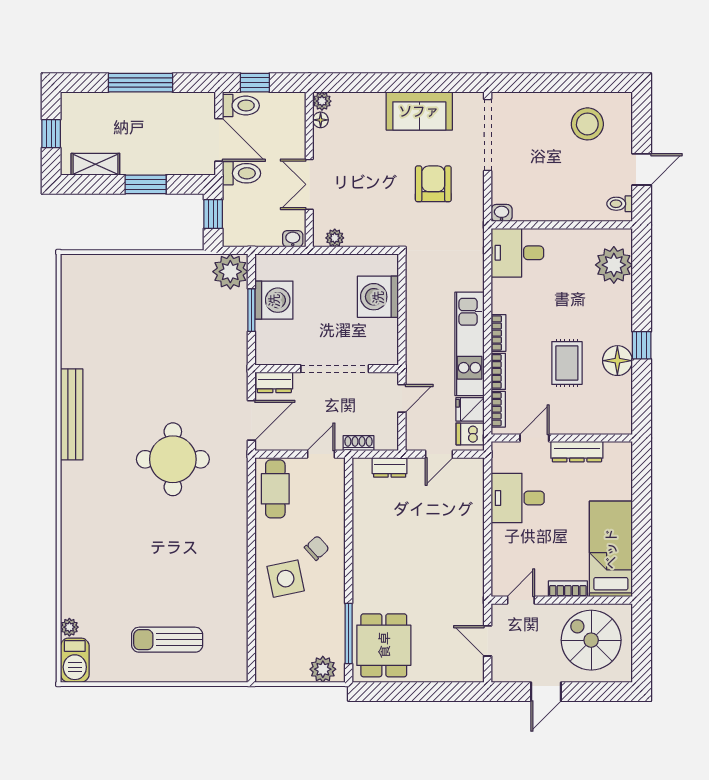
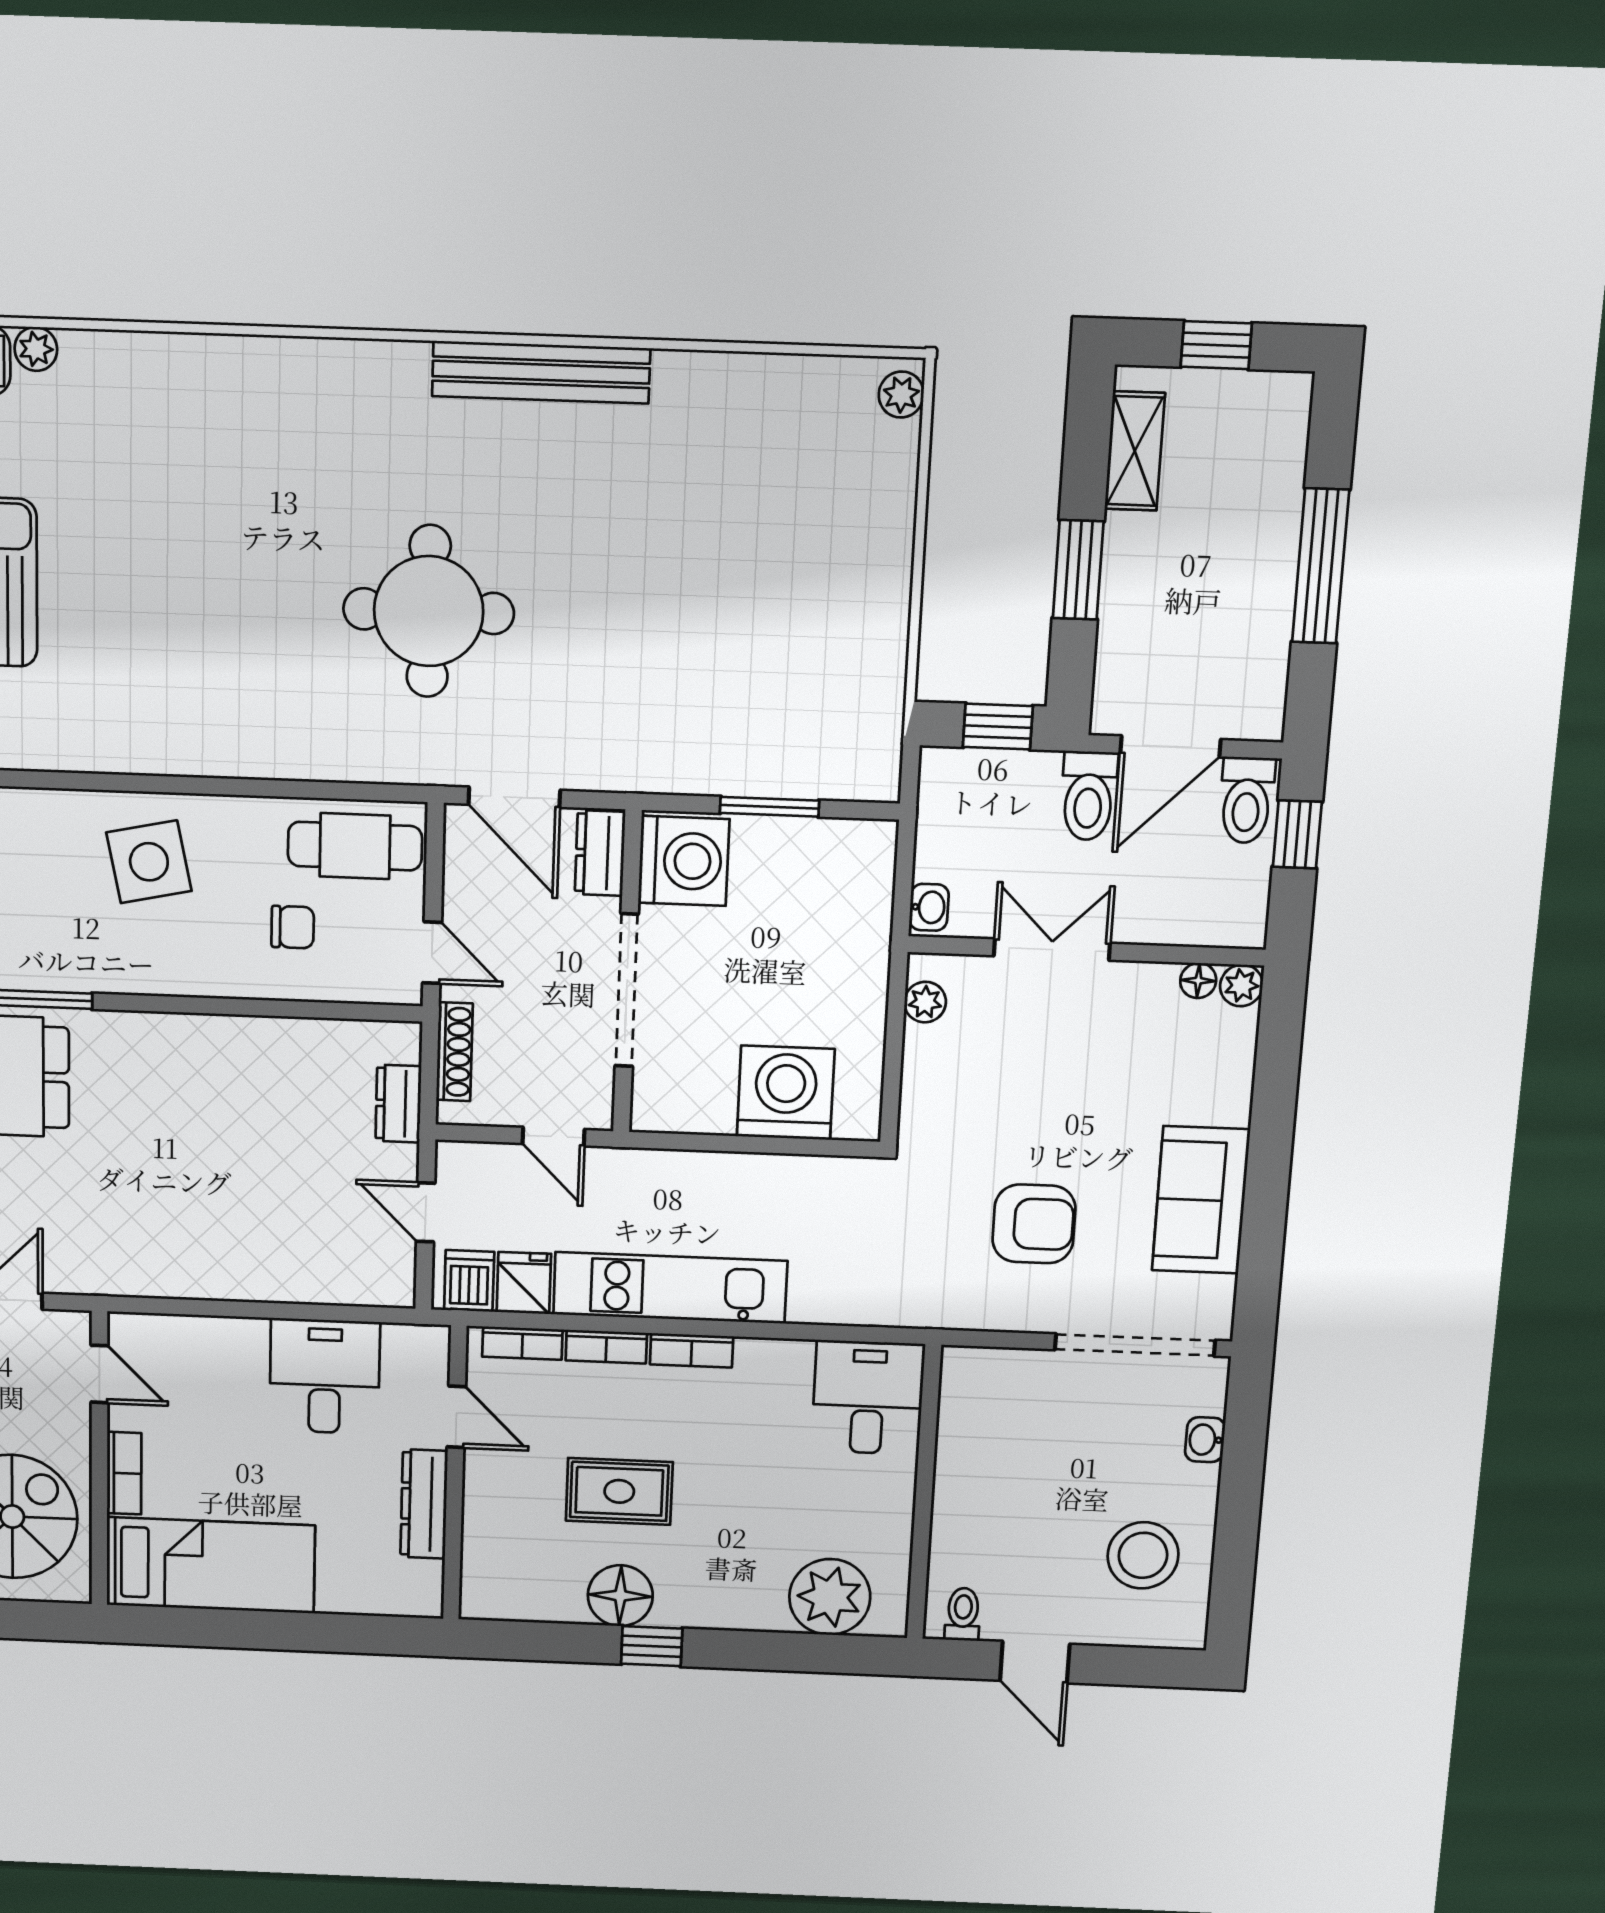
washbasin: (502, 213) -> (1205, 1440), moved, turned 180
plant: (230, 272) -> (901, 395), moved, width x0.53, depth x0.53
washing machine: (274, 300) -> (684, 861), moved, turned -90
shoe rack: (359, 443) -> (454, 1052), width x1.43
chair: (317, 548) -> (293, 927), moved, turned -48

